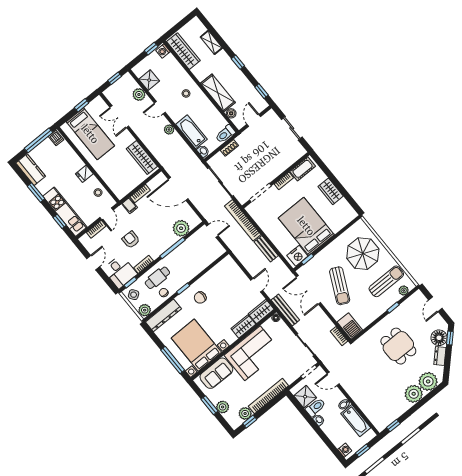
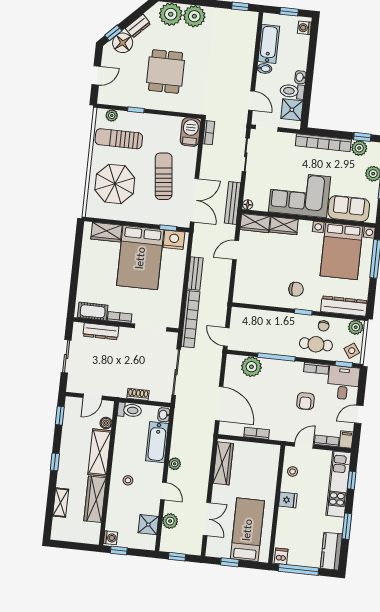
wardrobe: (183, 51) -> (95, 499), moved
dresser: (286, 162) -> (101, 331), added
wardrobe: (331, 191) -> (106, 232), moved, turned 90
filing cabinet: (130, 206) -> (346, 440), moved
sun lounger: (340, 286) -> (164, 176), turned -32

